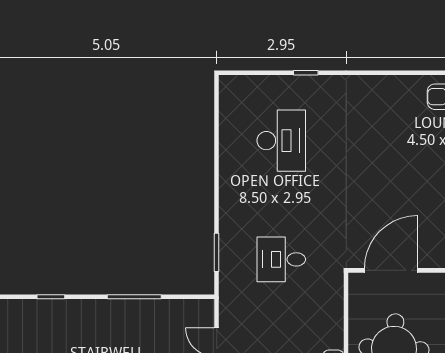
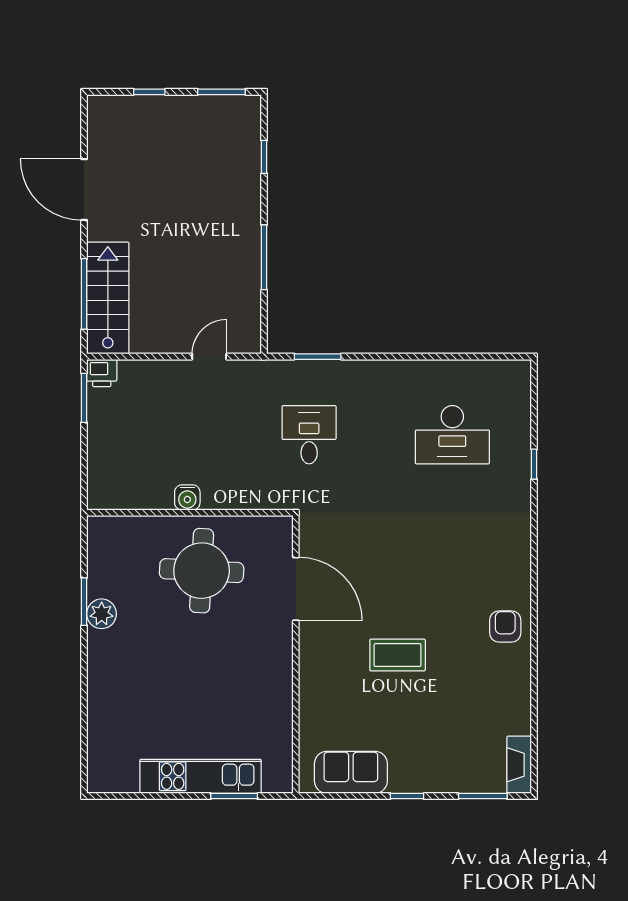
door: (391, 270) -> (296, 589), moved

